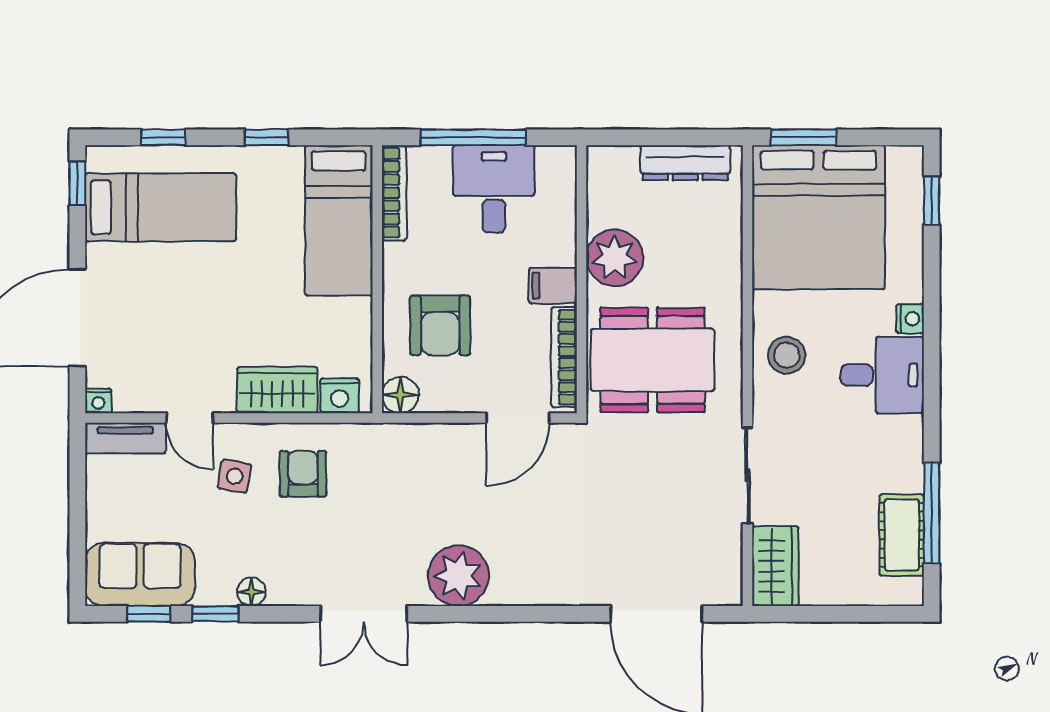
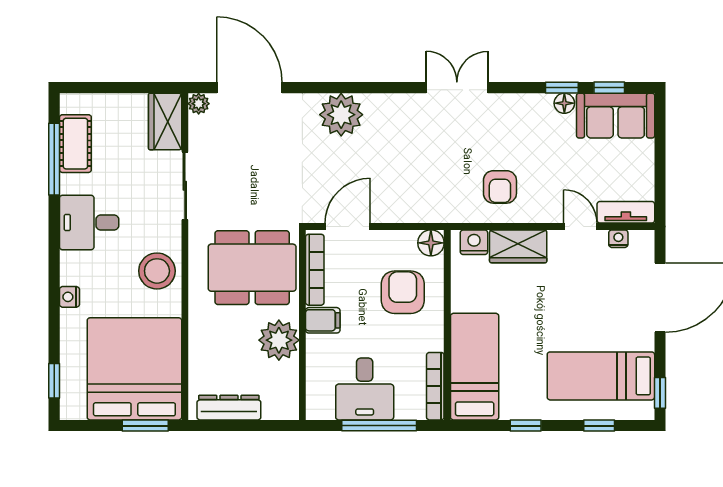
stool: (787, 355) -> (157, 271), width x1.38, depth x1.38
desk: (882, 375) -> (89, 222), moved
nightstand: (98, 401) -> (618, 239), moved
side table: (235, 476) -> (549, 185), removed
plant: (458, 576) -> (341, 115), moved
plant: (728, 591) -> (199, 104), added
floor lamp: (252, 592) -> (564, 103), moved

